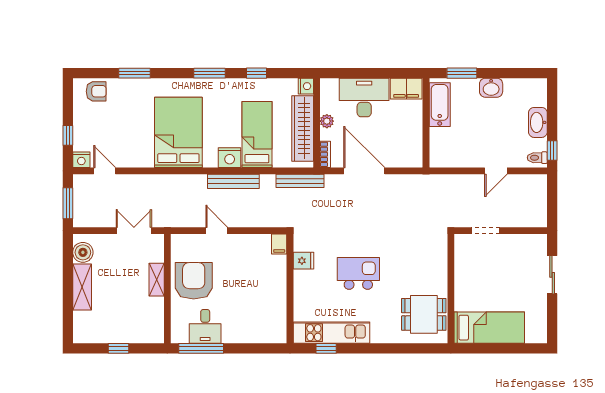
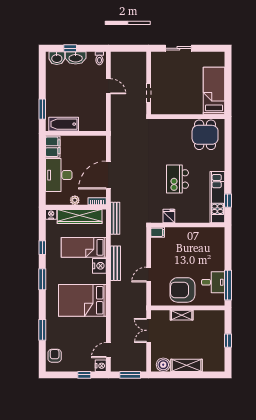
washbasin: (491, 88) -> (57, 58), moved, turned 90
window: (552, 150) -> (70, 48), moved

